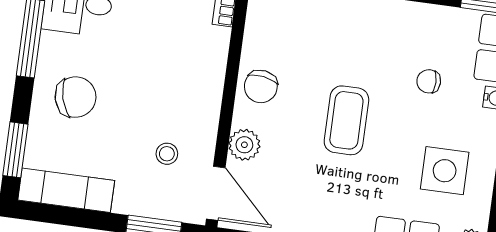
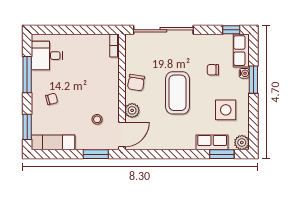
chair: (76, 97) -> (52, 99), width x0.54, depth x0.54
coffee table: (346, 120) -> (177, 93), width x1.36, depth x1.32
door: (216, 193) -> (122, 134), hinge flipped

